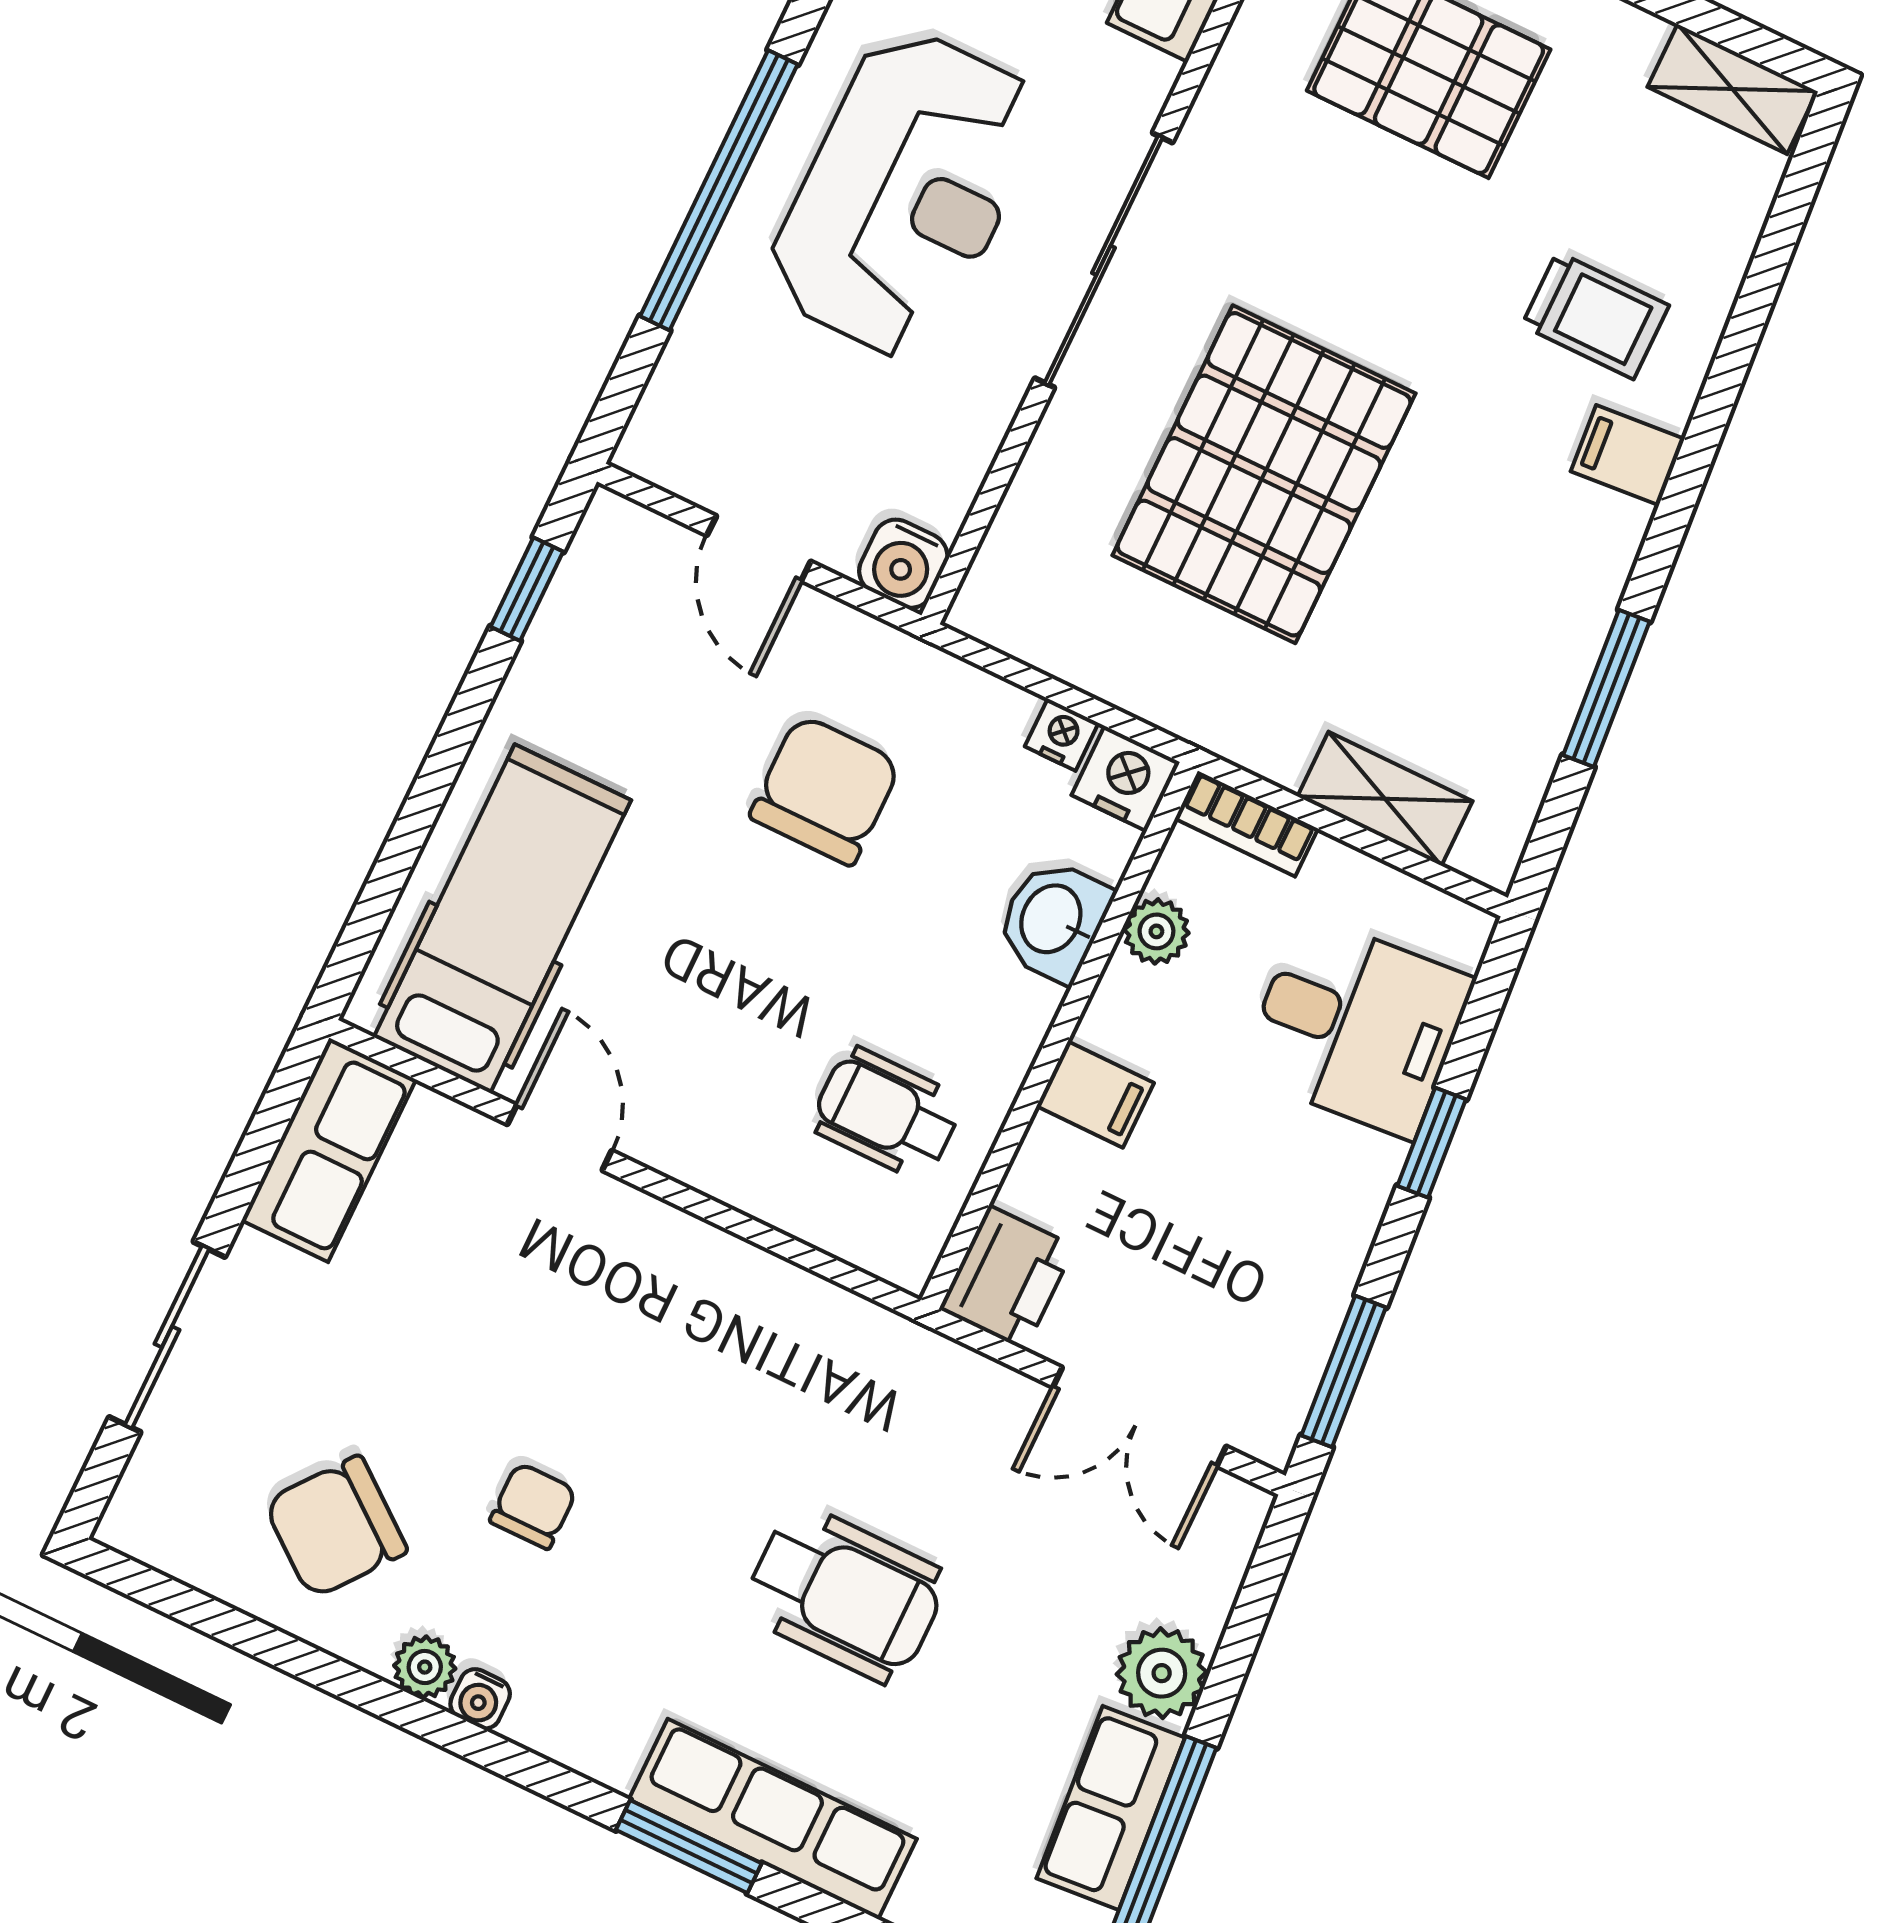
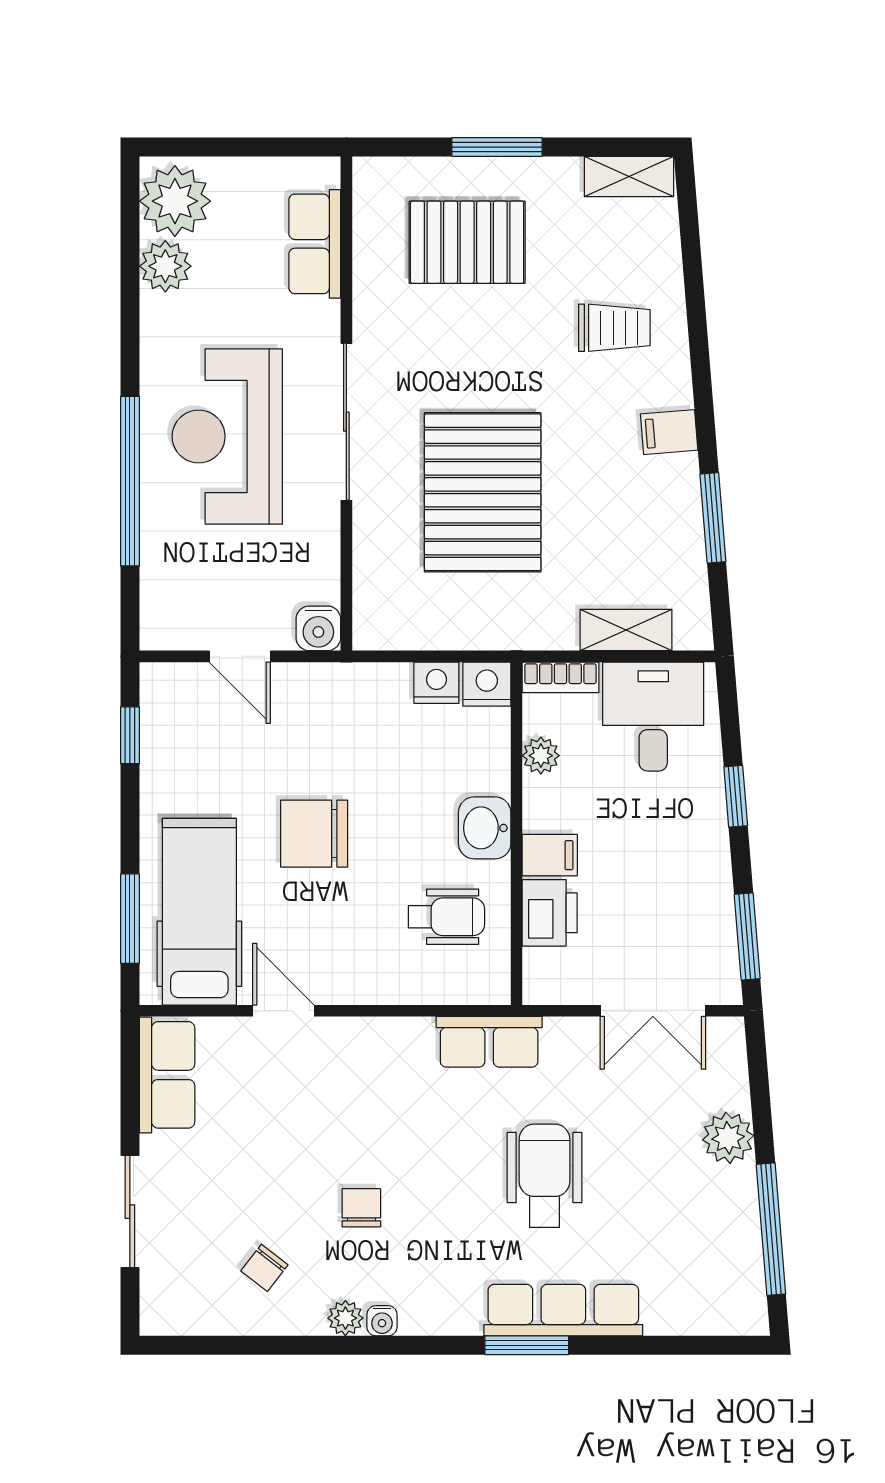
reception desk: (905, 194) -> (227, 437), turned 180
filing cabinet: (1628, 455) -> (669, 432), moved
nightstand: (1062, 735) -> (436, 683), width x1.39, depth x1.35
chair: (825, 790) -> (314, 834), moved, turned -90
window: (388, 877) -> (130, 919), added
washbasin: (1053, 920) -> (485, 828), moved
desk: (1357, 1027) -> (653, 717), moved, turned -85
wheelchair: (887, 1113) -> (446, 917), turned 180
printer: (1007, 1278) -> (550, 913), moved
chair: (335, 1527) -> (264, 1268), width x0.54, depth x0.54
wheelchair: (845, 1594) -> (545, 1176), turned -90
row of seats: (1111, 1808) -> (489, 1042), moved, turned -85

